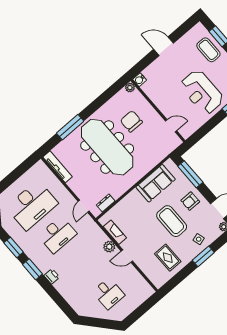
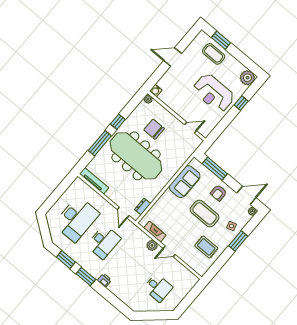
window: (93, 107) -> (118, 122), added

